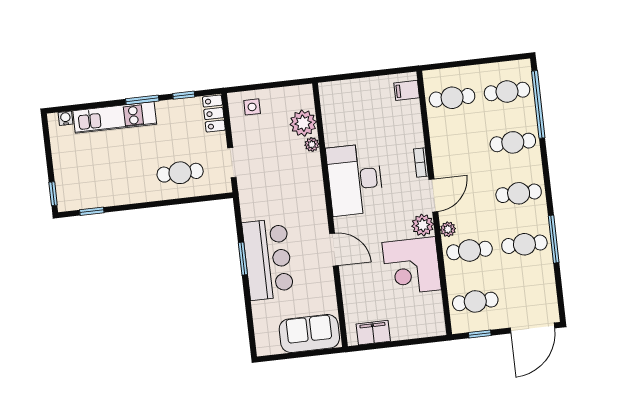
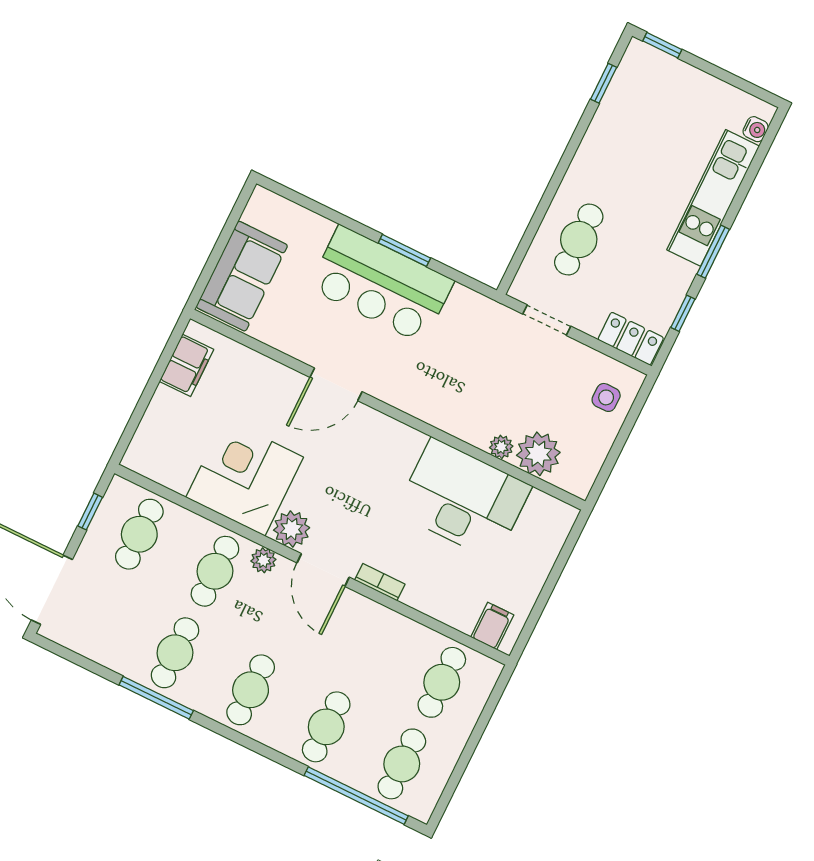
desk: (355, 180) -> (463, 499), moved

